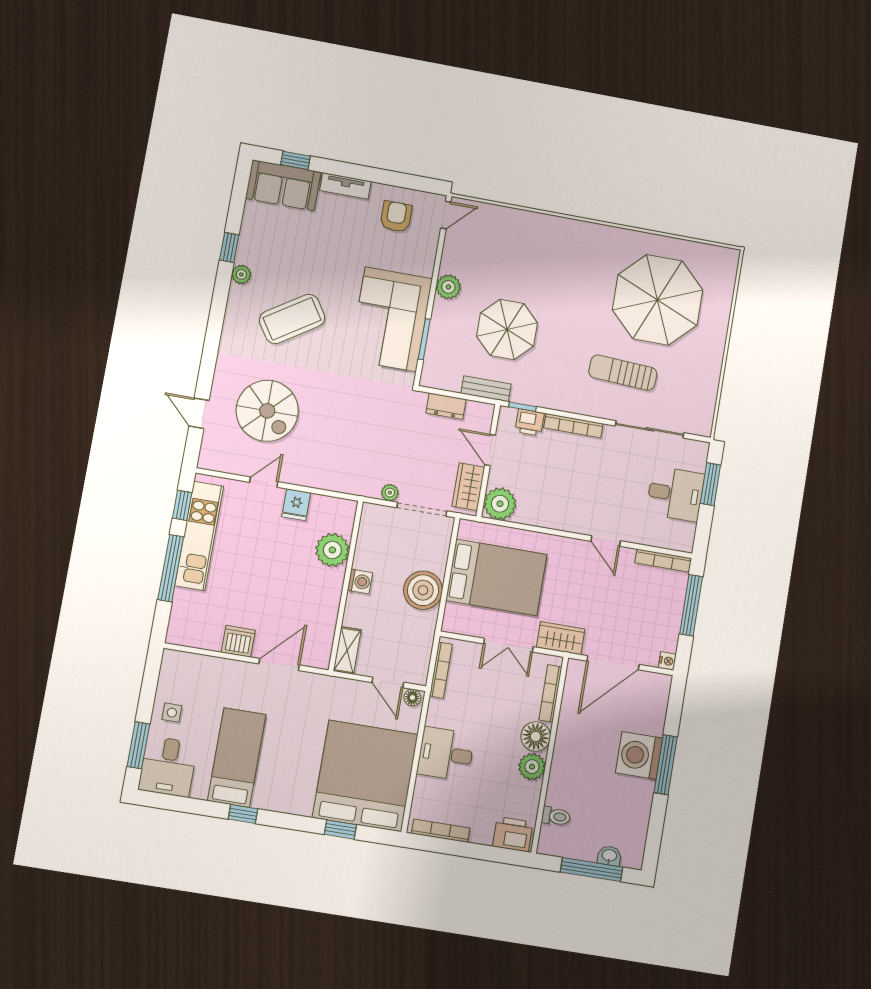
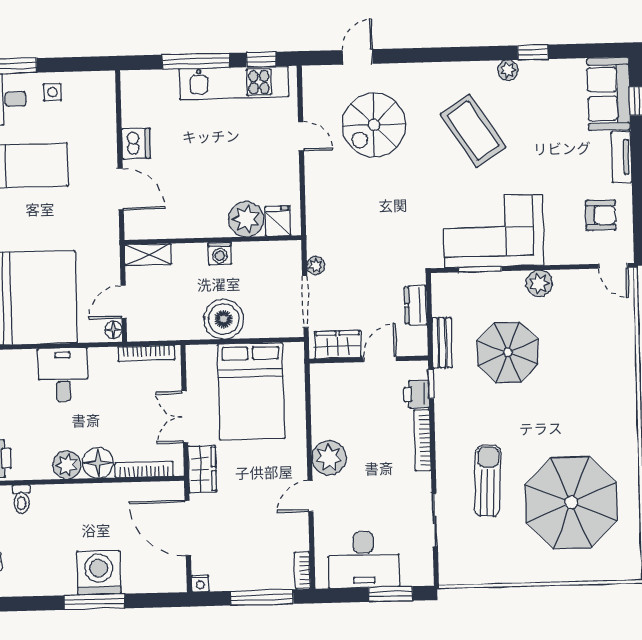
sliding door: (650, 429) -> (435, 520), width x0.73
desk: (675, 494) -> (364, 560), width x1.37
plant: (500, 504) -> (329, 458), moved
fridge: (296, 505) -> (278, 221), moved, turned 90
bookcase: (663, 561) -> (302, 570), width x0.64

